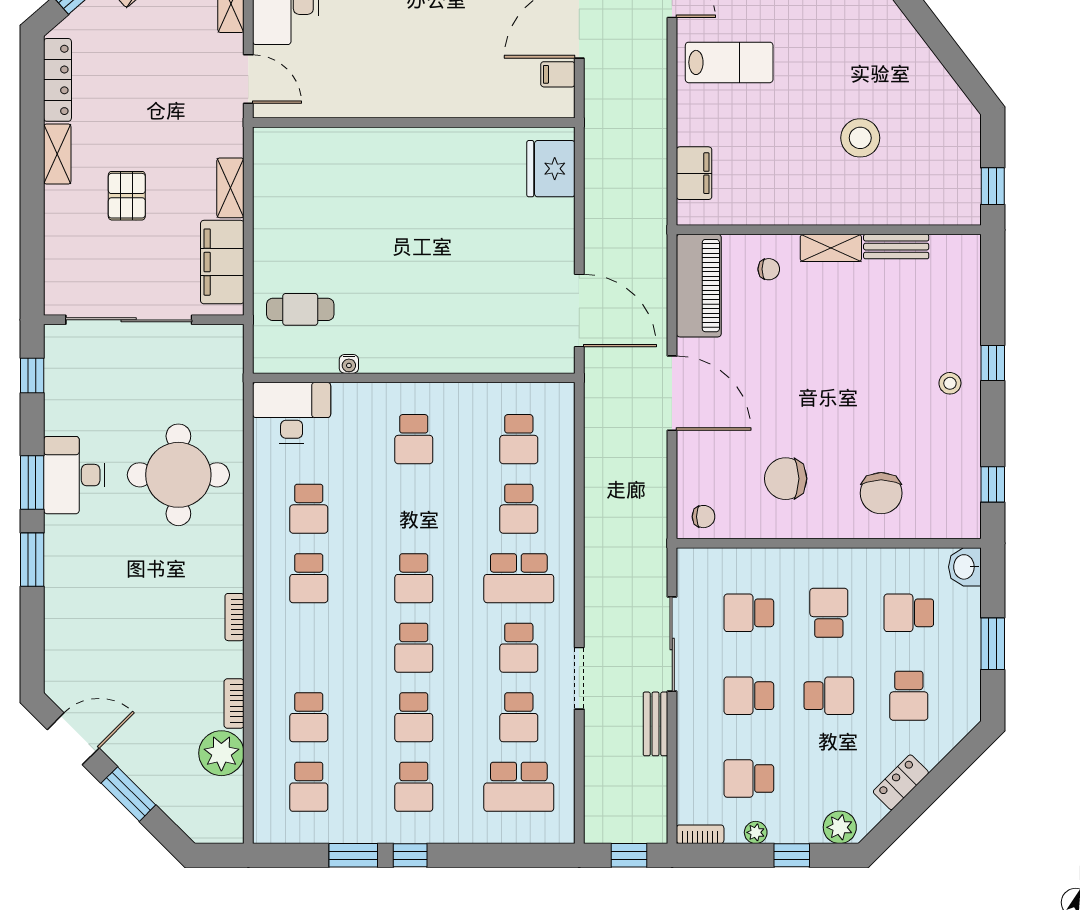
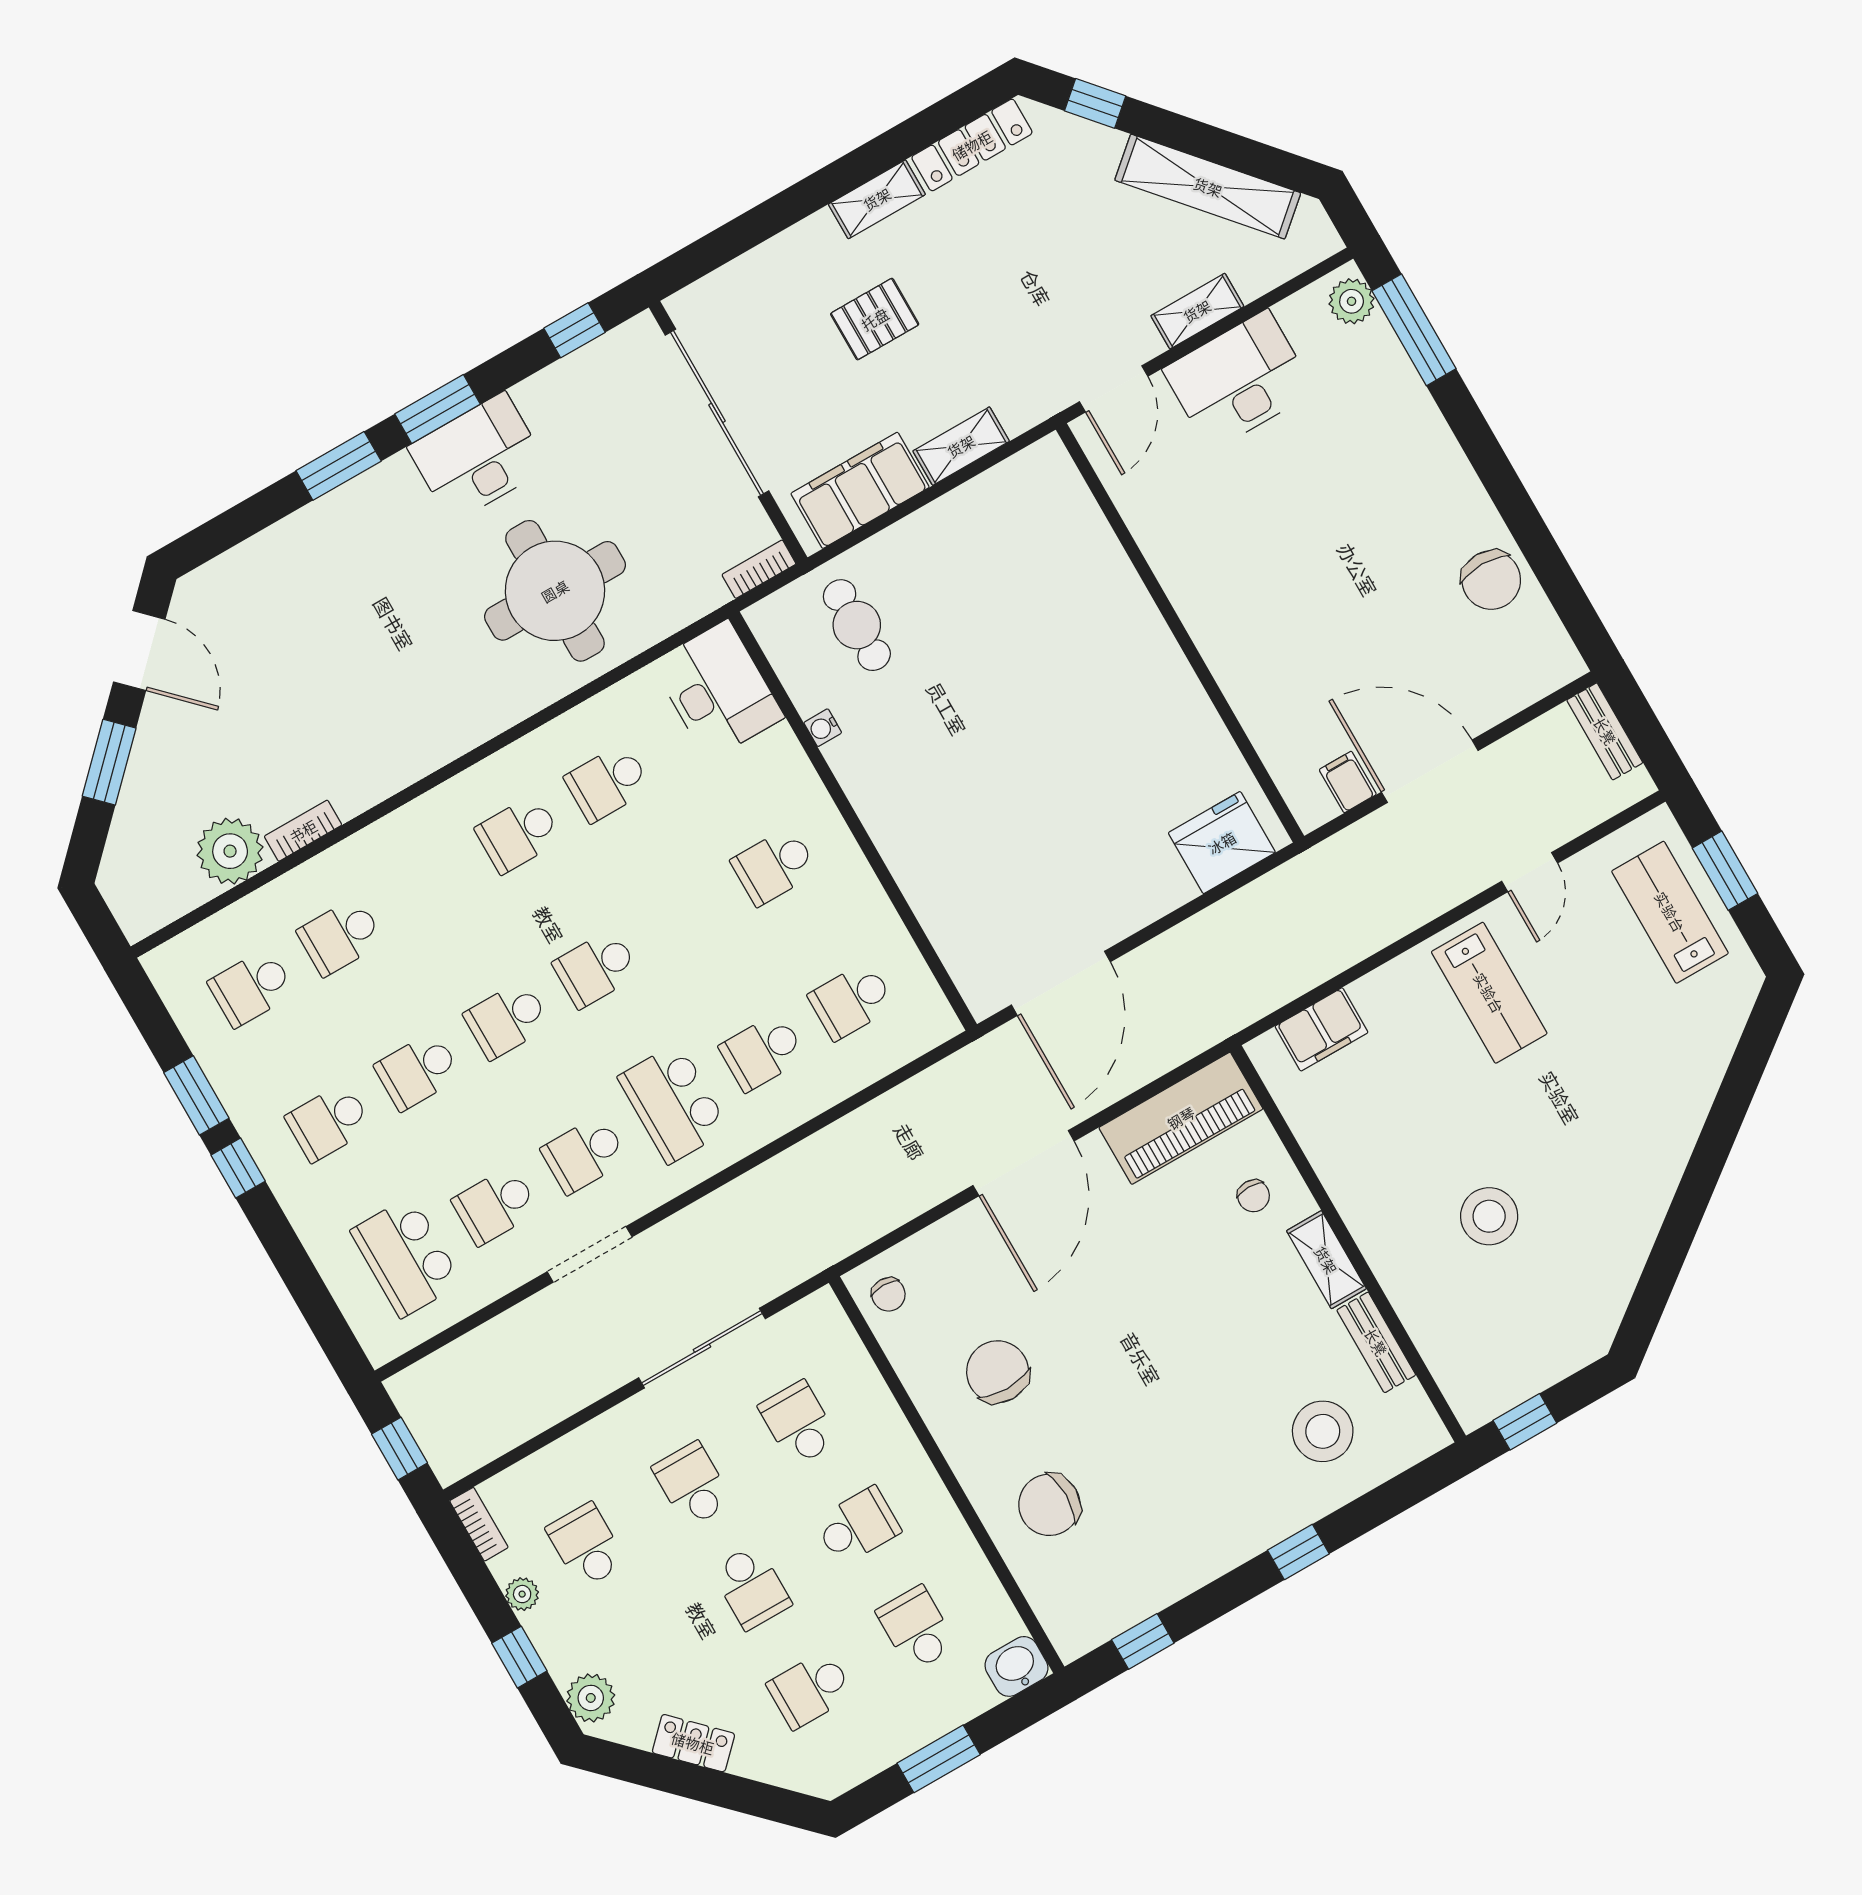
stool: (950, 383) -> (1323, 1431), moved, width x1.89, depth x1.89
bookcase: (235, 617) -> (759, 569), moved
bench: (656, 724) -> (587, 1386), removed

